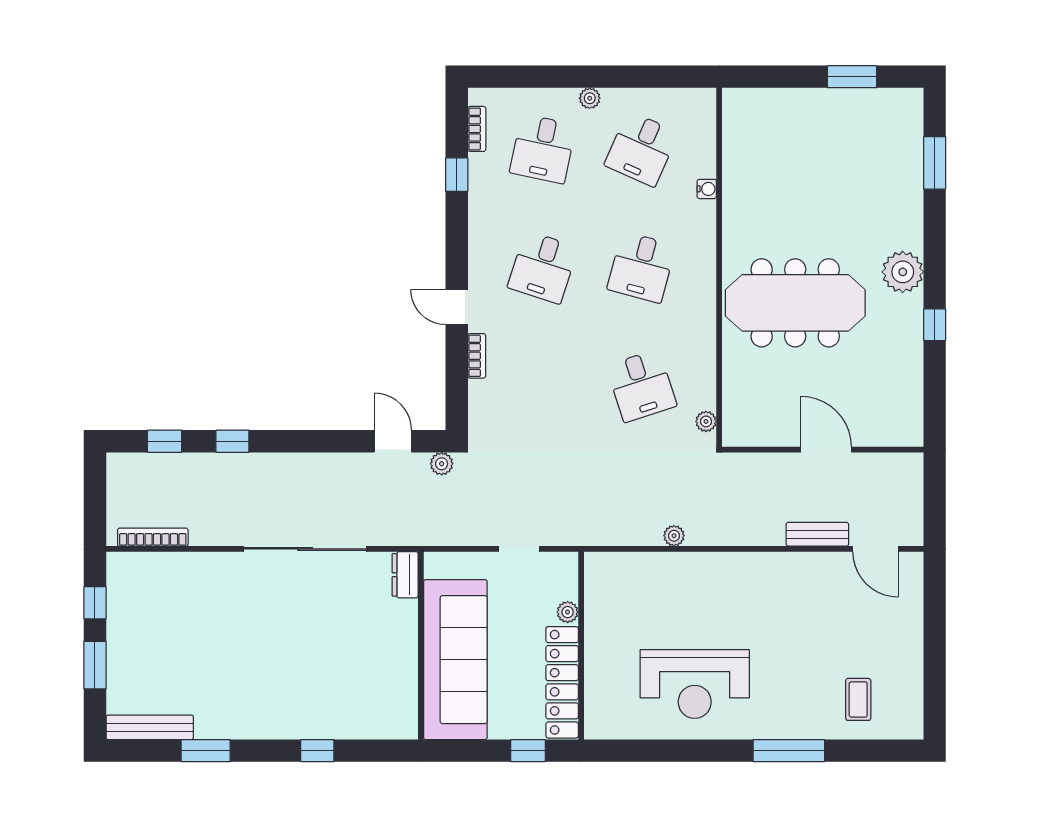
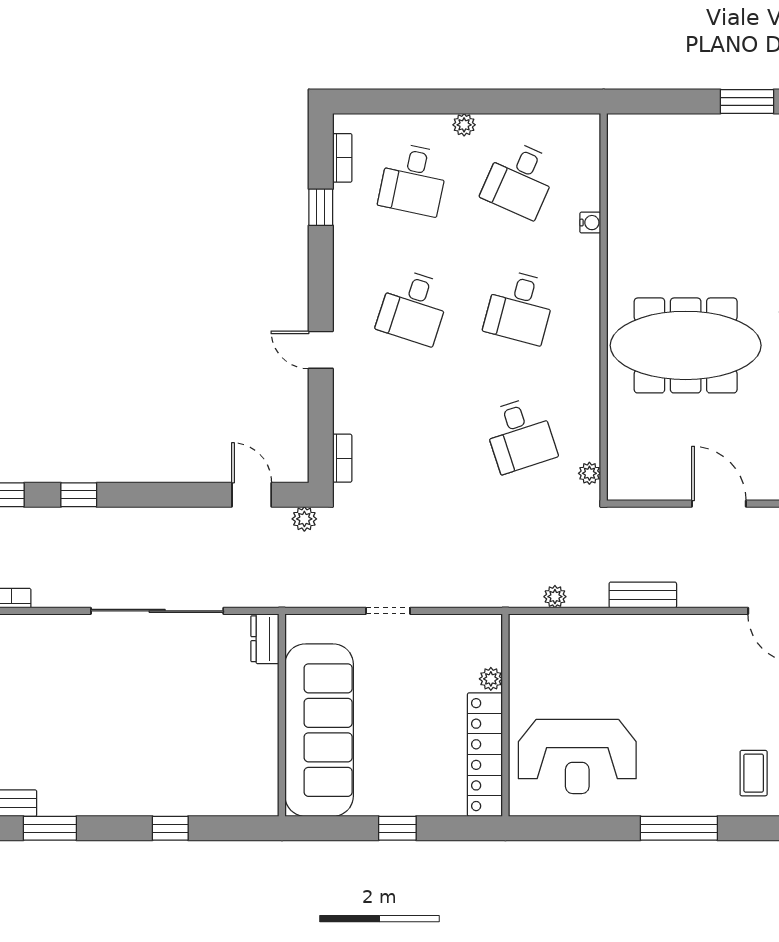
bookcase: (477, 356) -> (342, 458), moved
bench: (817, 534) -> (643, 595), moved
plant: (568, 612) -> (491, 679), moved
wall: (581, 646) -> (505, 715), moved
locker: (562, 682) -> (485, 755), moved

